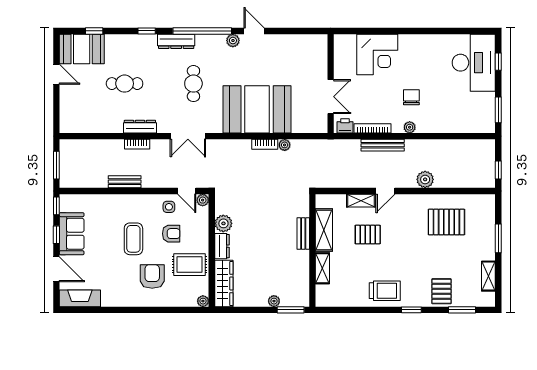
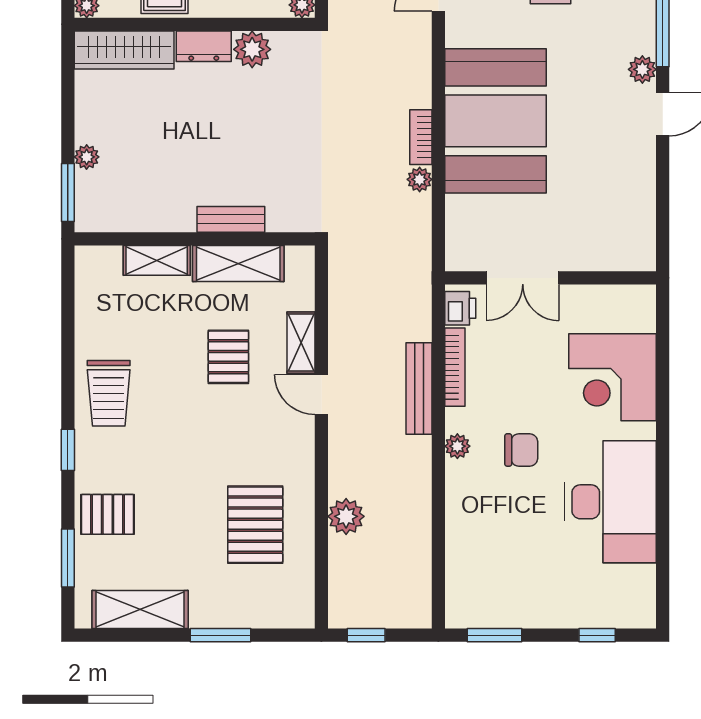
desk: (474, 63) -> (610, 502), moved, turned -90
plant: (425, 179) -> (346, 516), moved
shelving: (488, 276) -> (140, 610), width x1.50, depth x1.33

